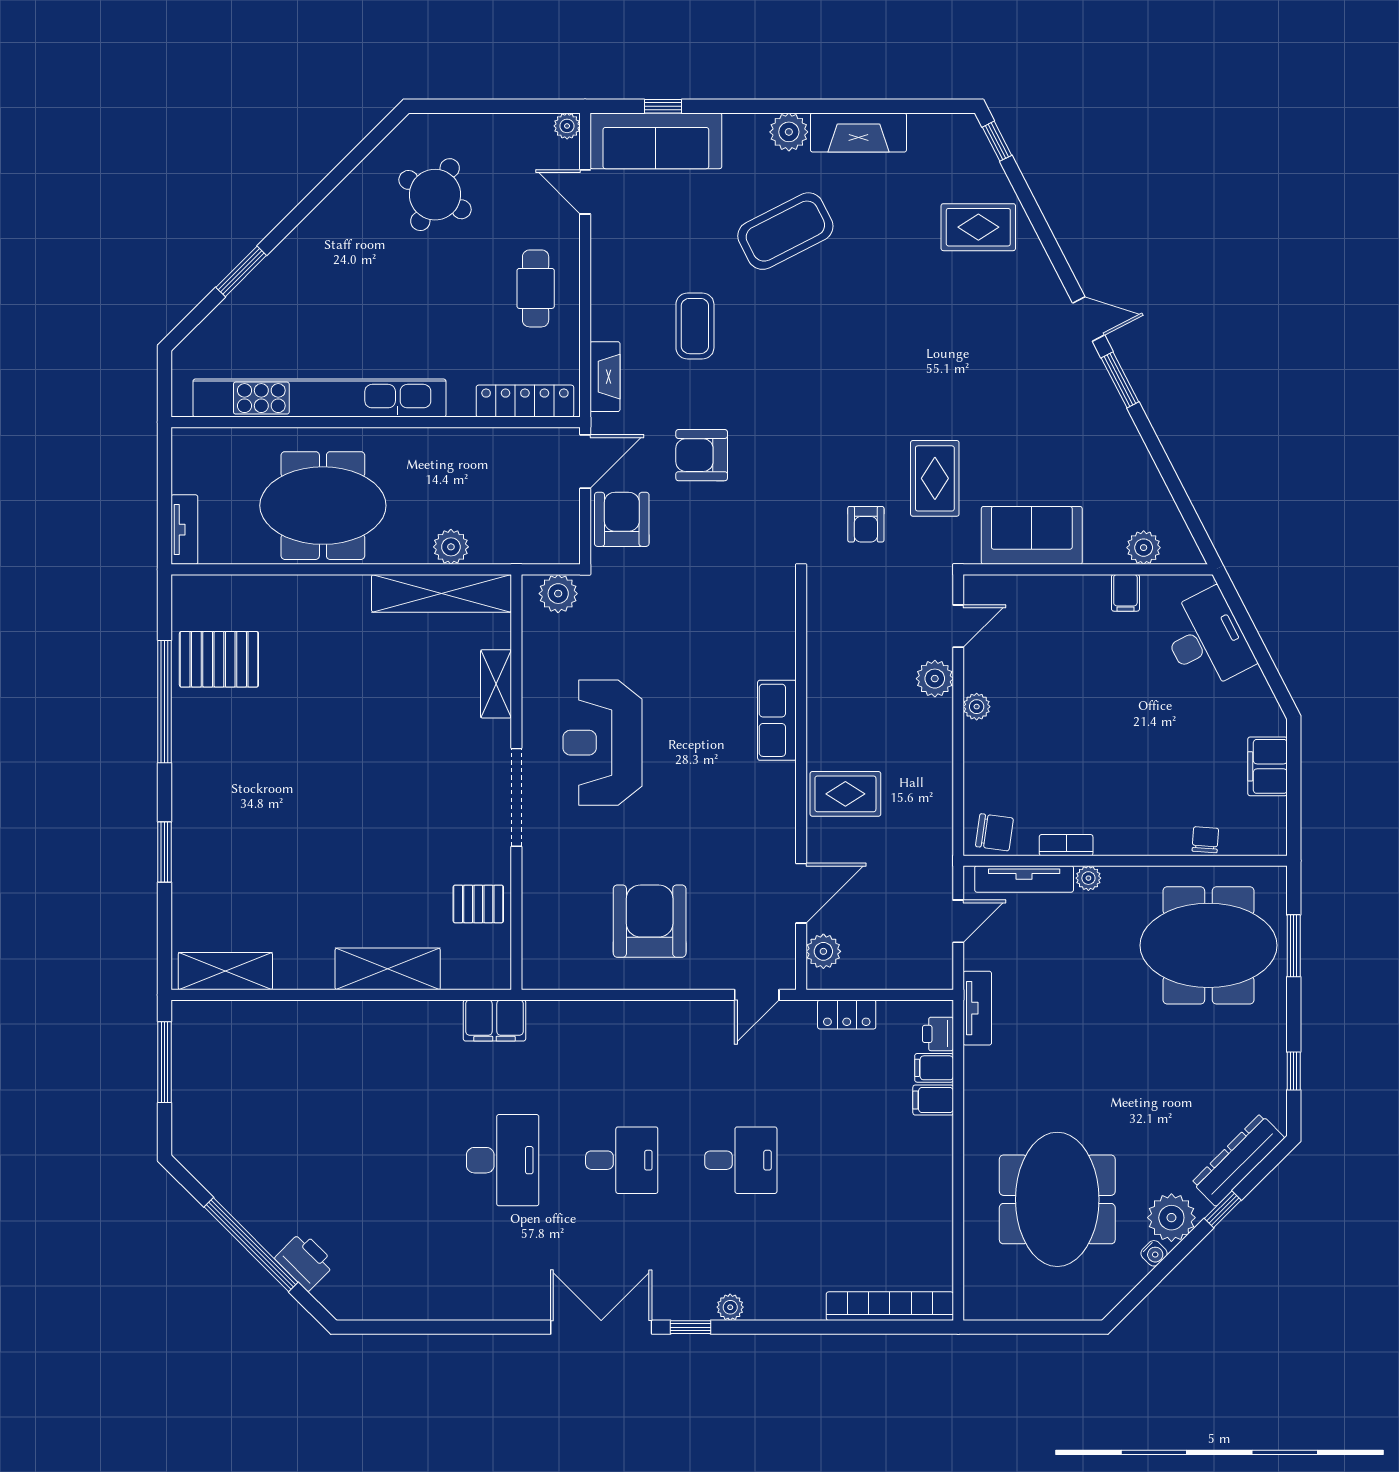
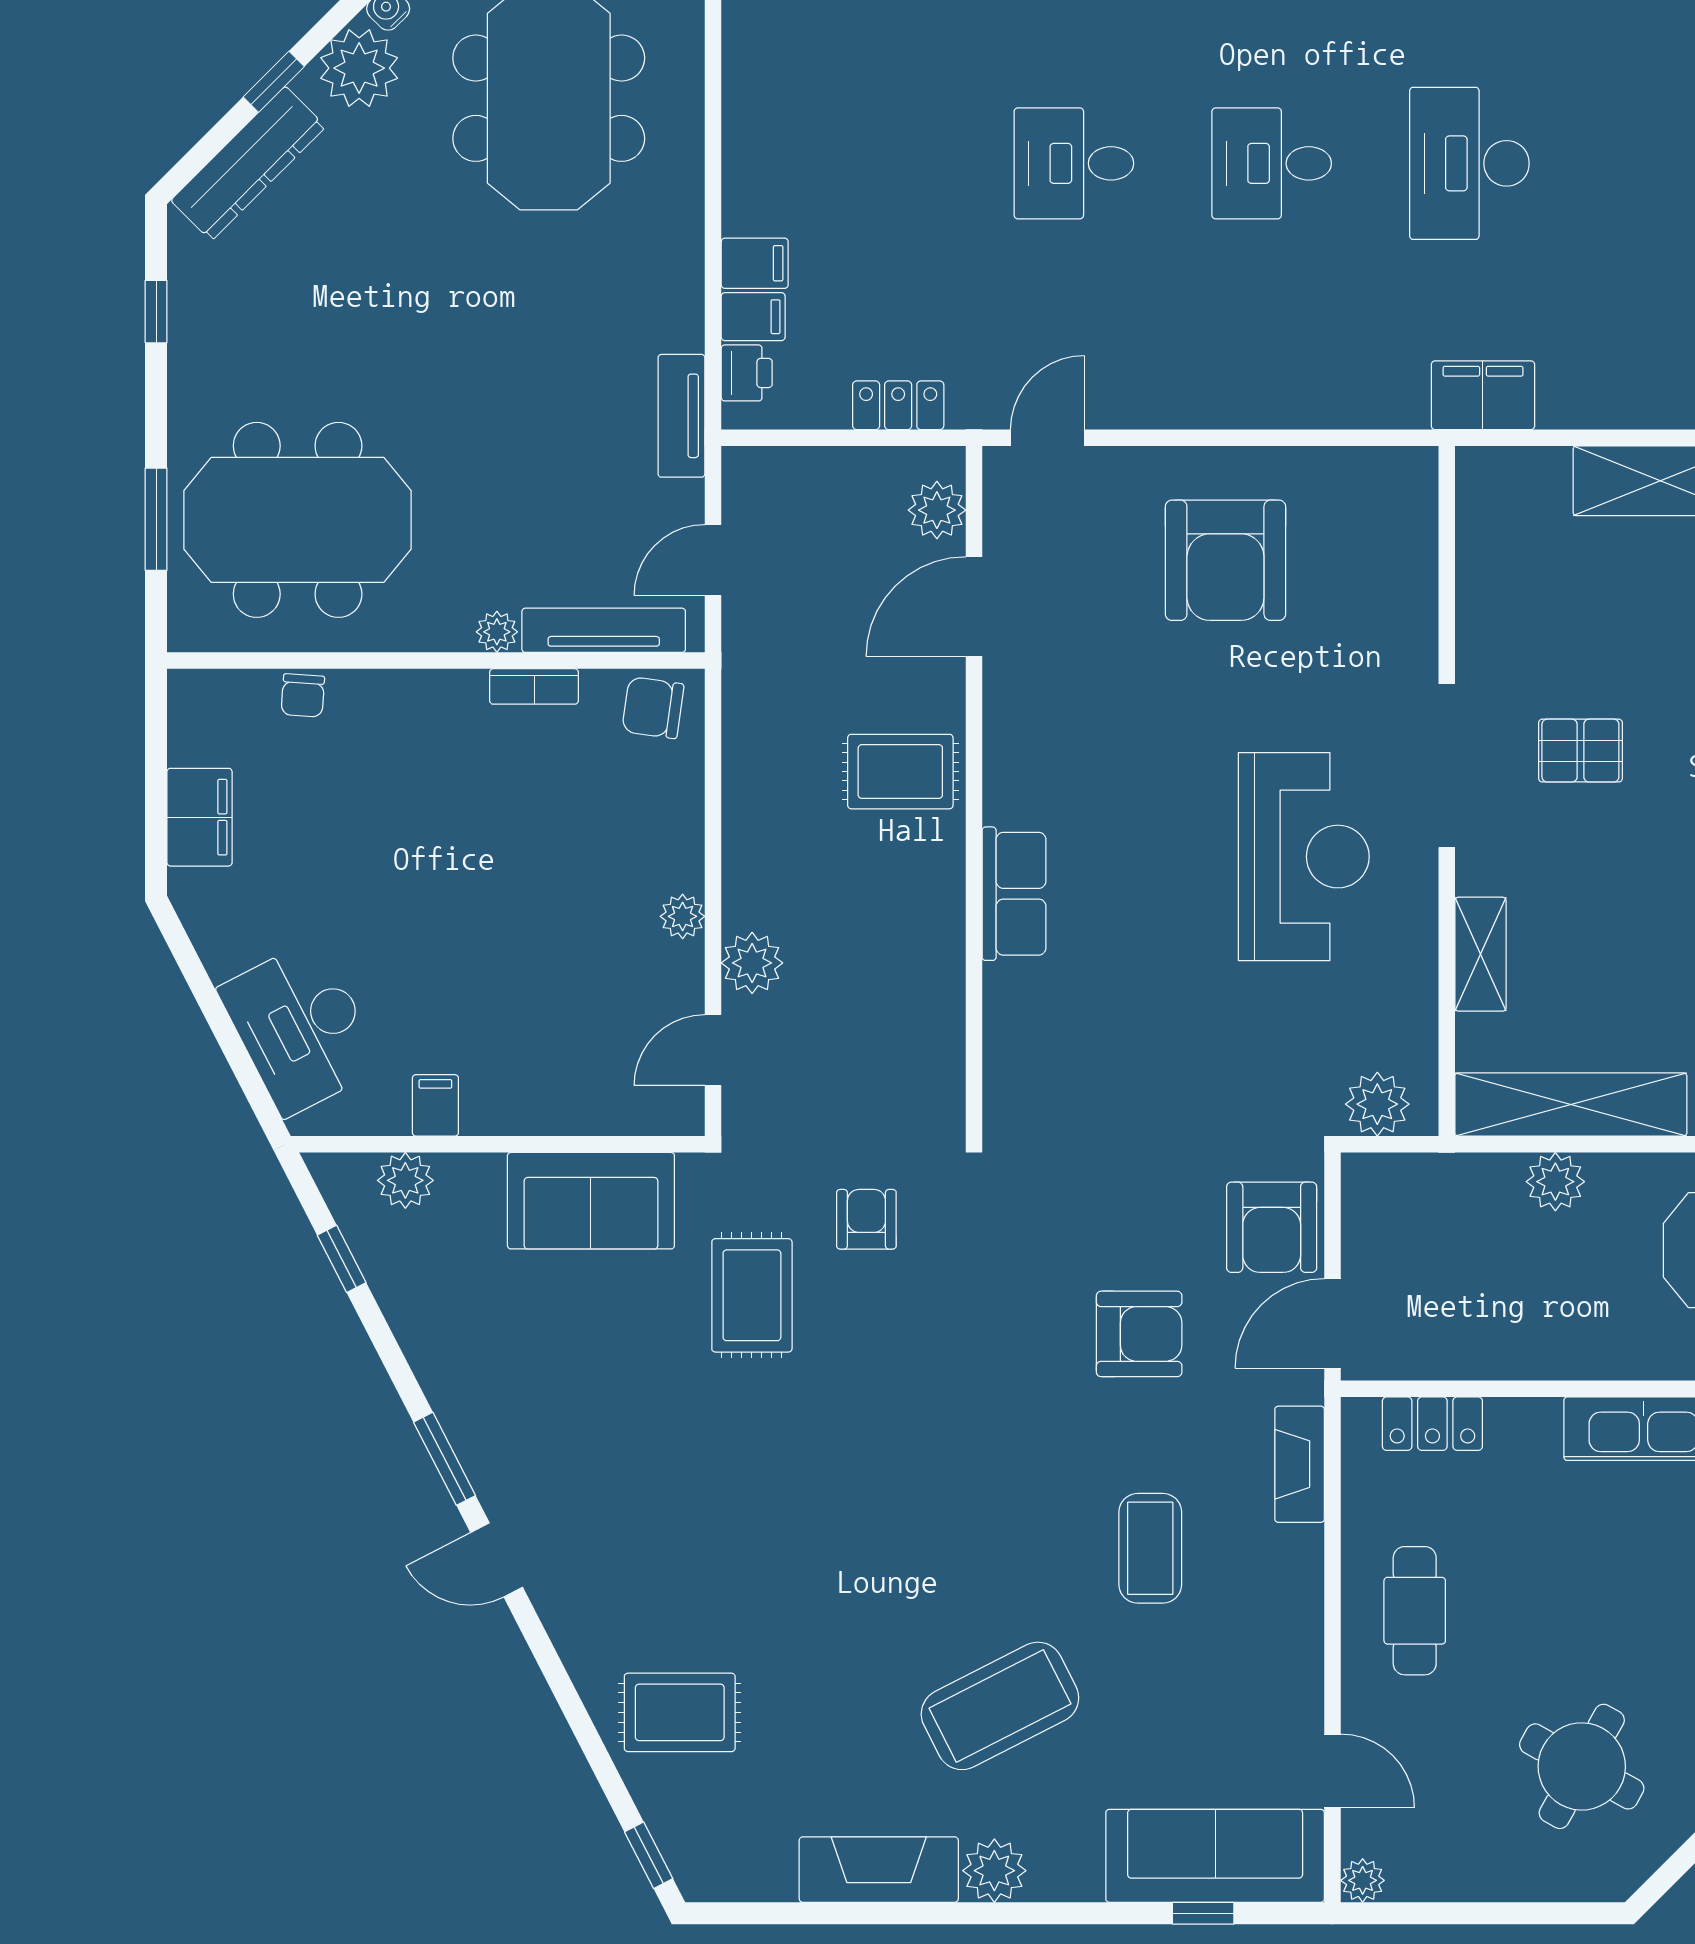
locker: (525, 401) -> (1432, 1424), width x0.66
window: (1182, 500) -> (342, 1259), added
pallet: (478, 904) -> (1580, 751), moved

